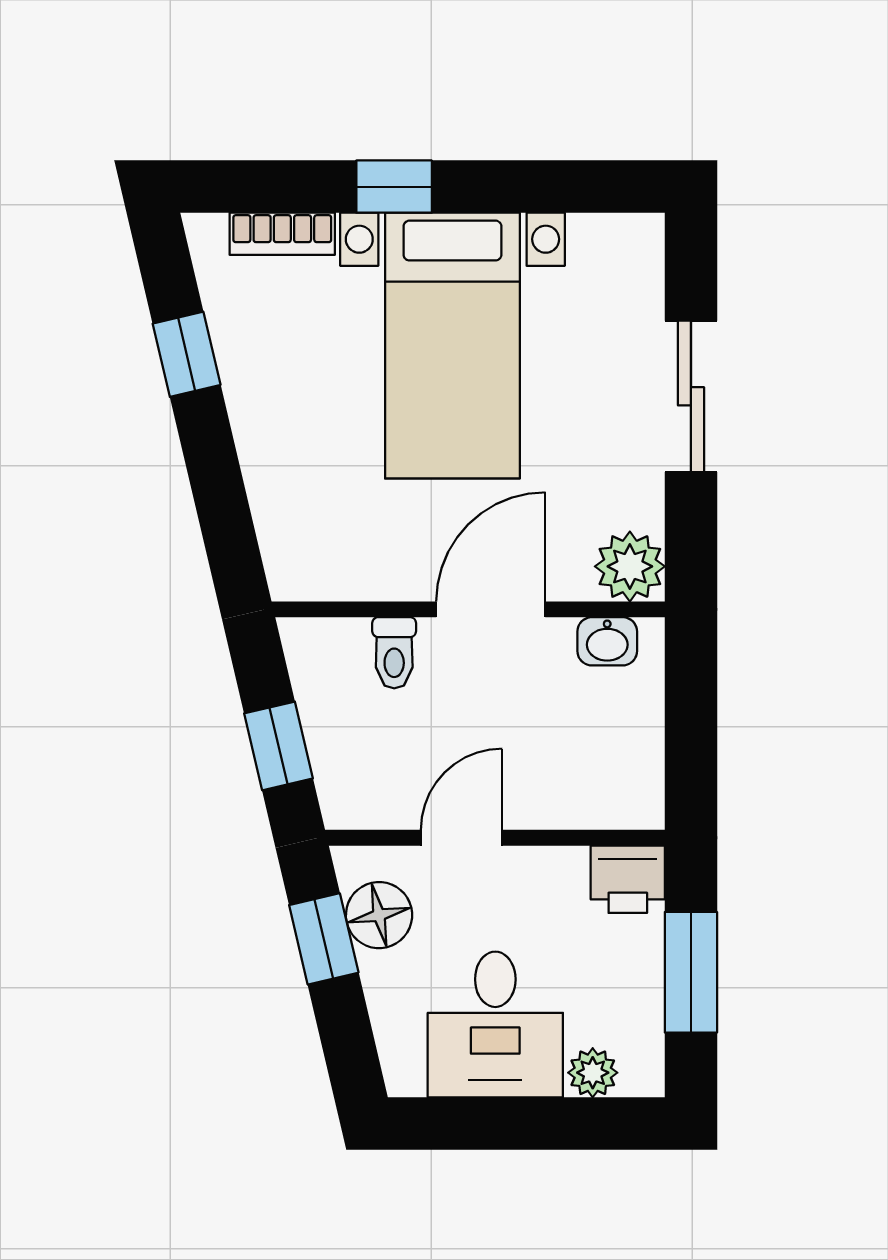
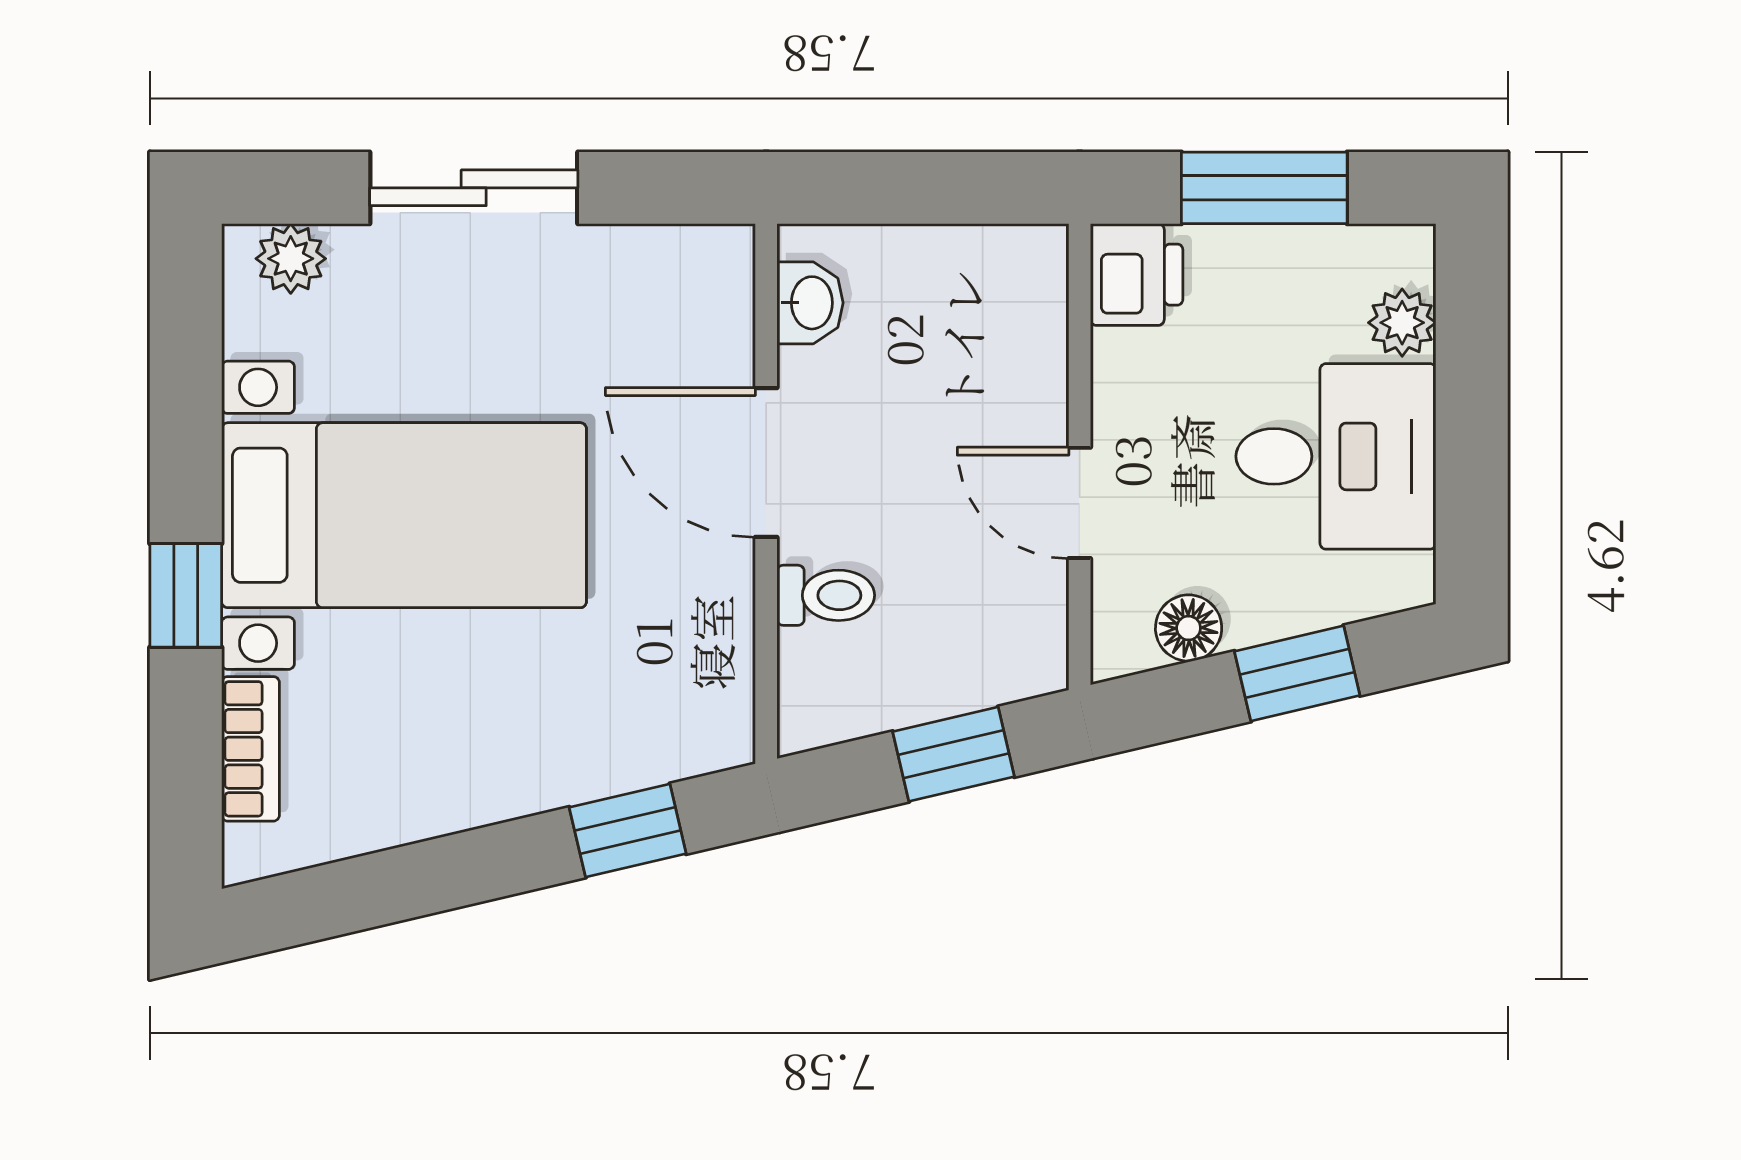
window: (187, 354) -> (628, 830), moved
plant: (630, 566) -> (291, 259), moved, width x0.73, depth x0.73
floor lamp: (379, 915) -> (1189, 628), width x0.73, depth x0.73
window: (324, 939) -> (1297, 673), moved

